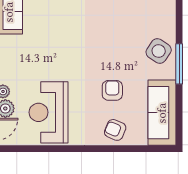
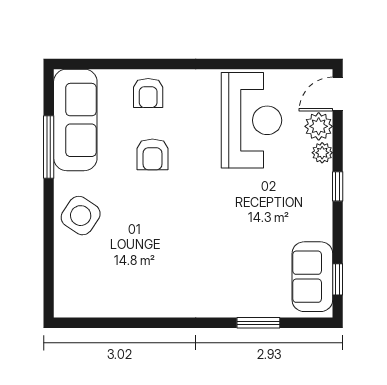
window: (179, 64) -> (49, 147), moved
armchair: (115, 130) -> (148, 93), turned 67

